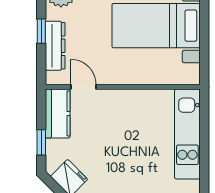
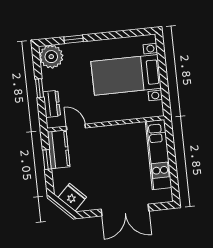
dresser: (55, 46) -> (52, 104), width x0.70
window: (41, 142) -> (47, 160), moved

